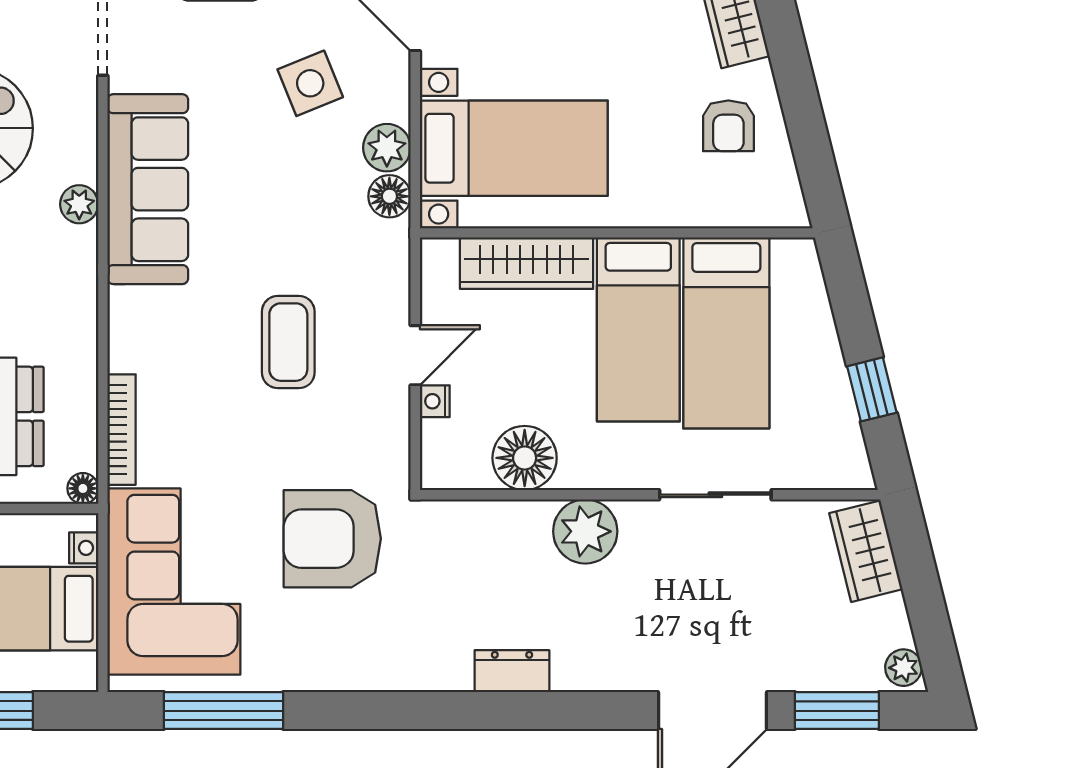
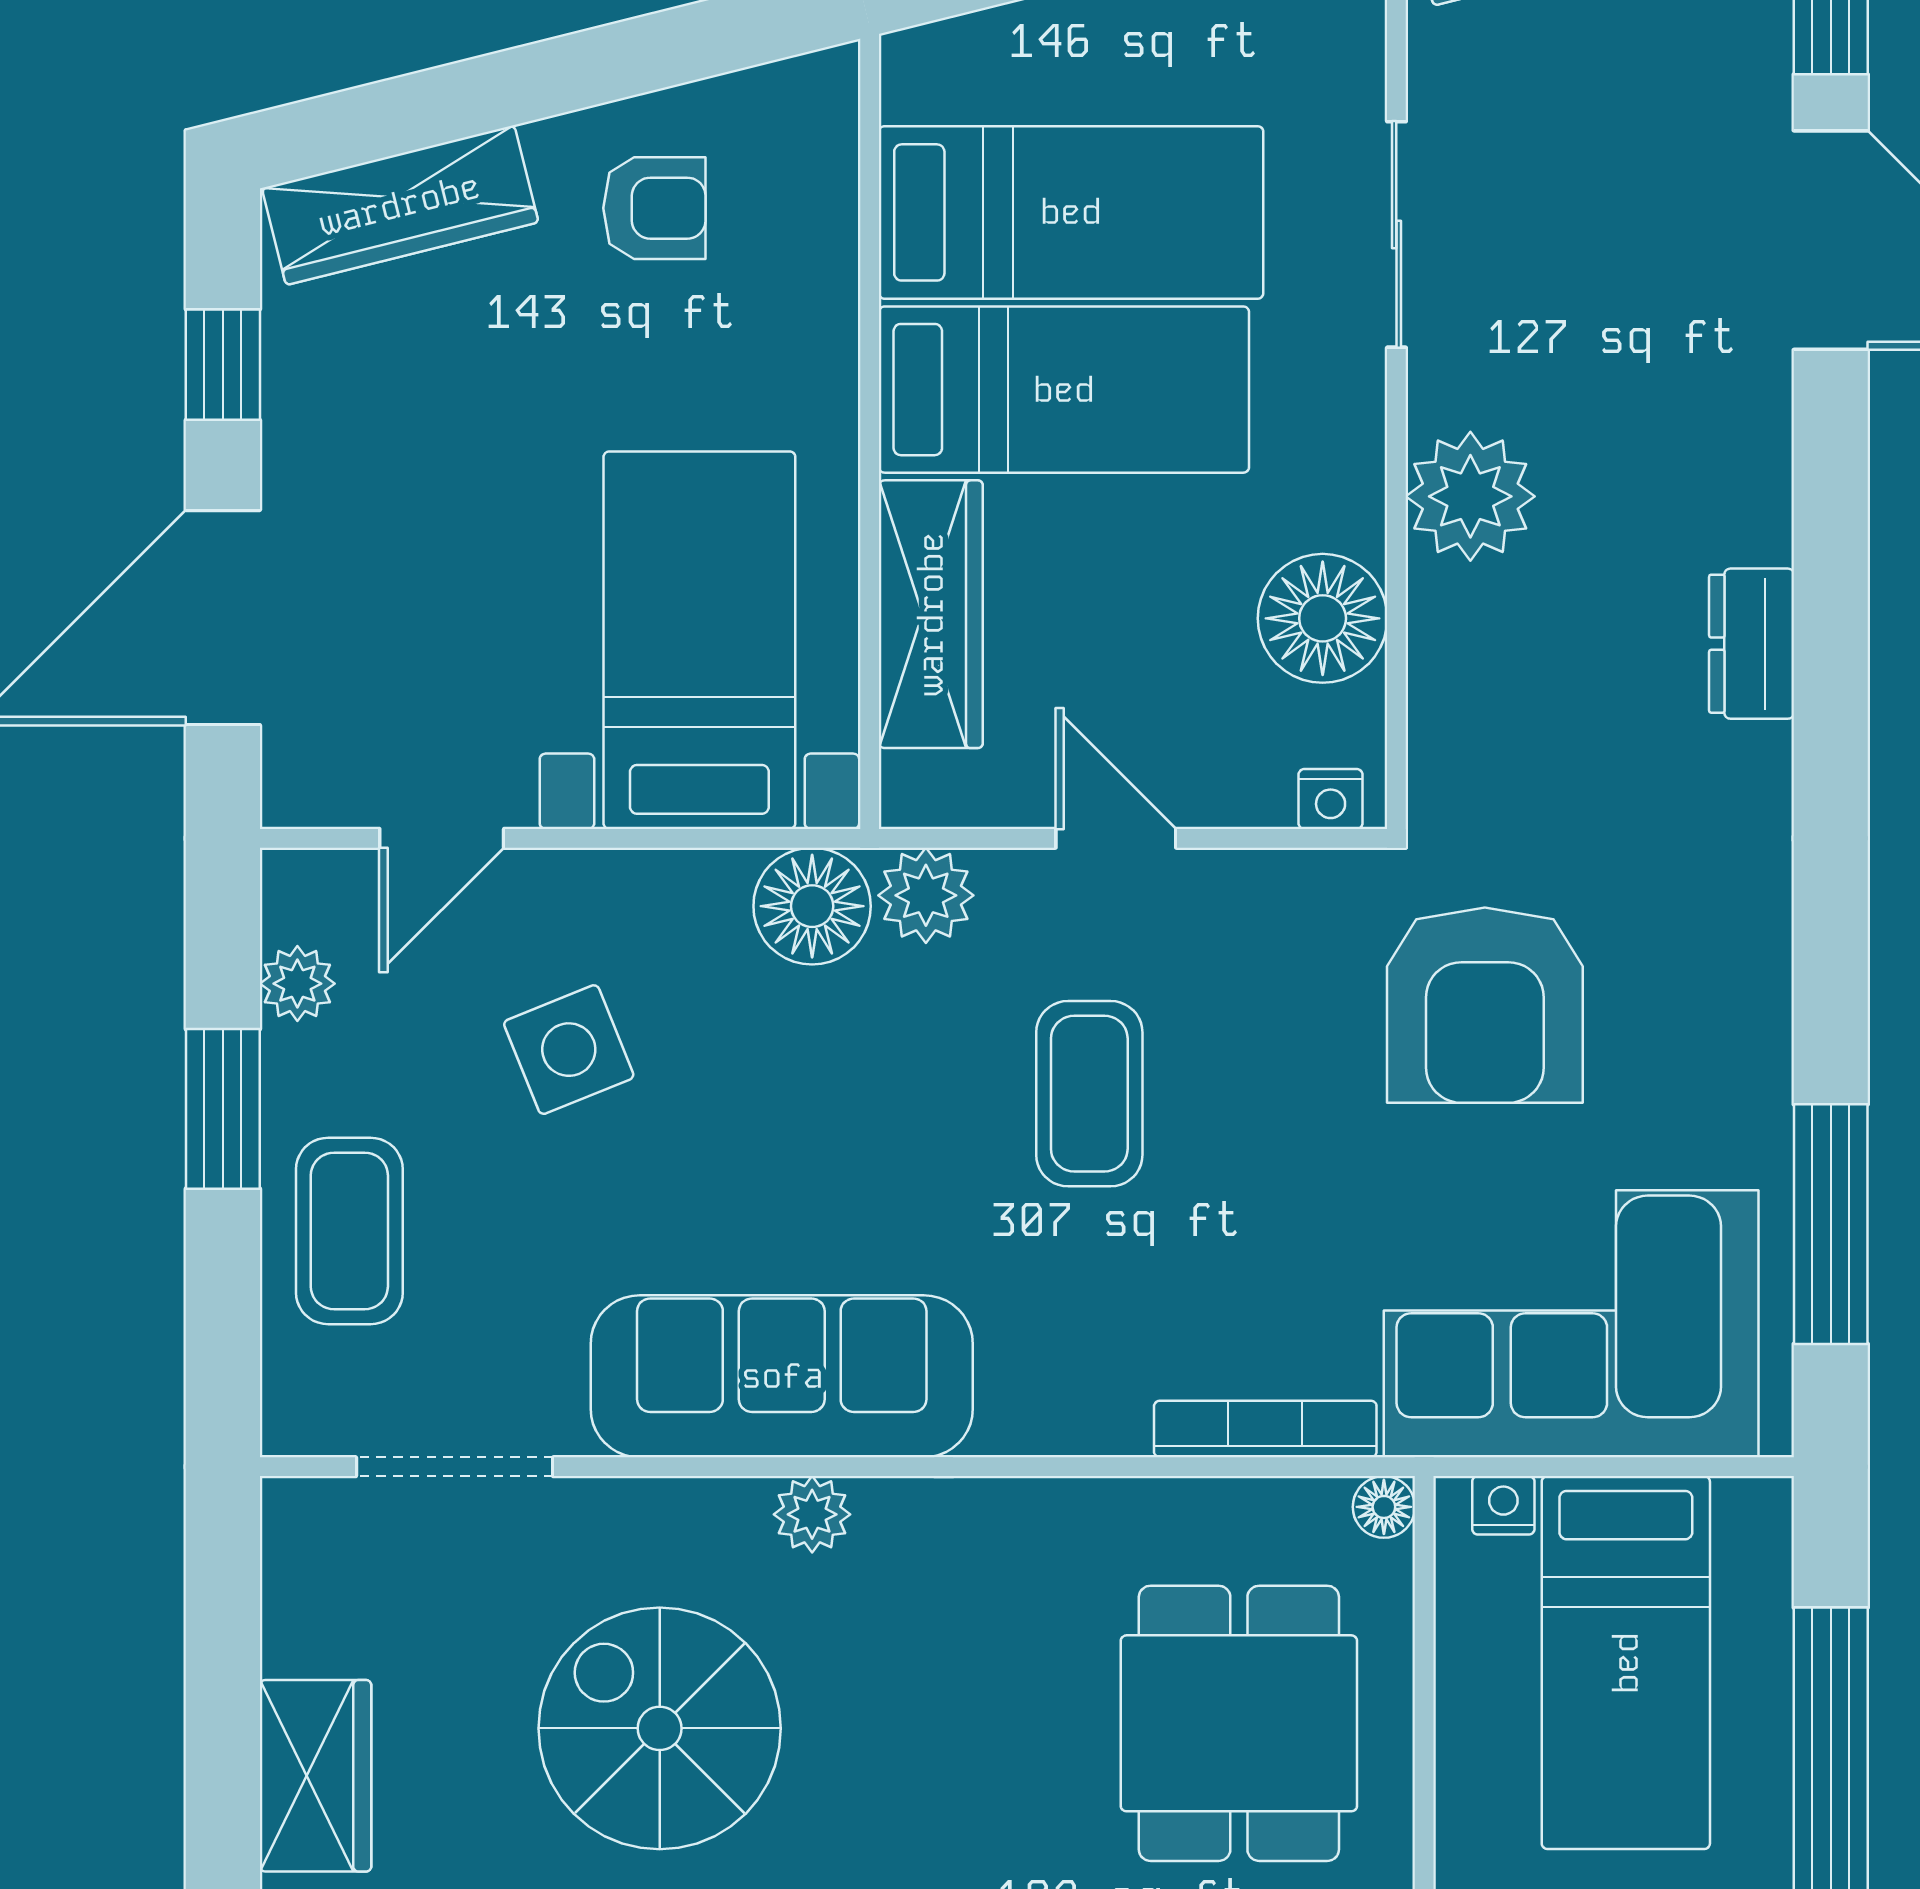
plant: (387, 148) -> (926, 895), moved
floor lamp: (389, 196) -> (812, 906), width x1.38, depth x1.38
coffee table: (288, 342) -> (1089, 1094), turned 90
nightstand: (435, 401) -> (1331, 799), moved

